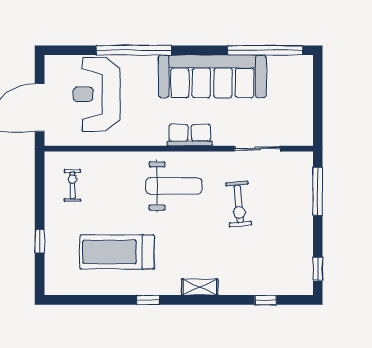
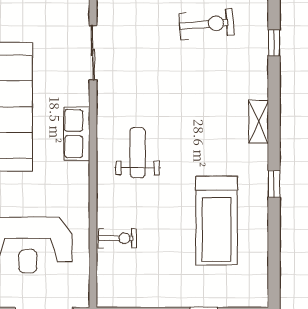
exercise bike: (72, 185) -> (117, 238), moved, turned 180
weight bench: (174, 186) -> (138, 153), width x0.73, depth x0.75
exercise bike: (239, 204) -> (206, 24), moved

